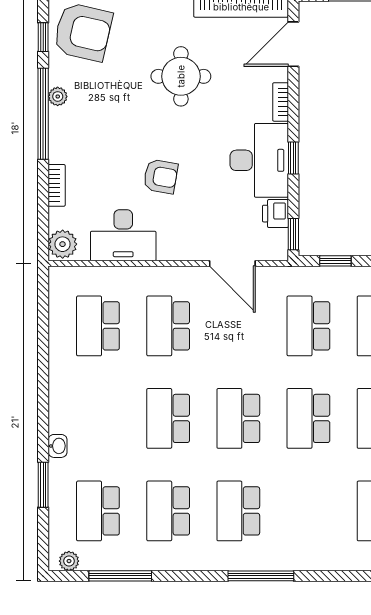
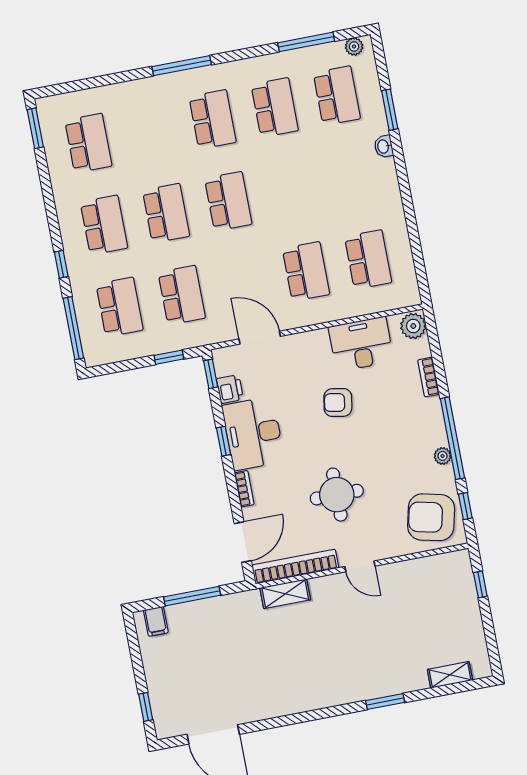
school desk: (168, 418) -> (290, 189), removed

